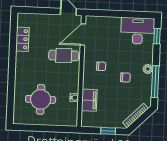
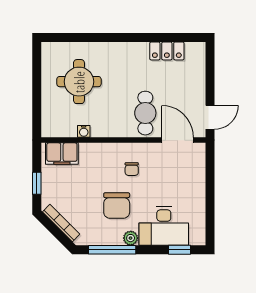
desk: (138, 31) -> (164, 226), moved, turned 90
chair: (125, 77) -> (117, 205), width x1.87, depth x1.87
filing cabinet: (89, 100) -> (62, 154), moved

